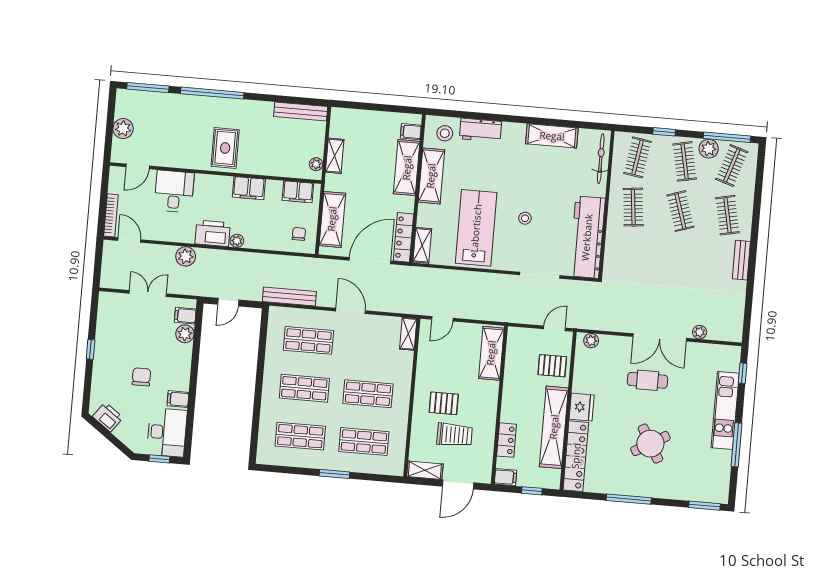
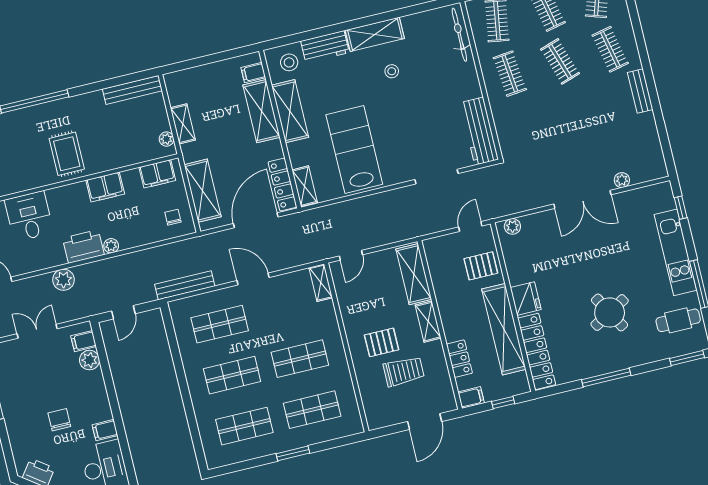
shelving: (552, 136) -> (375, 34), moved
stool: (525, 218) -> (392, 71), moved
workbench: (587, 237) -> (479, 131), width x0.73, depth x0.76
cafe table: (647, 380) -> (678, 320), moved
shelving: (425, 470) -> (428, 322), moved, turned 90

